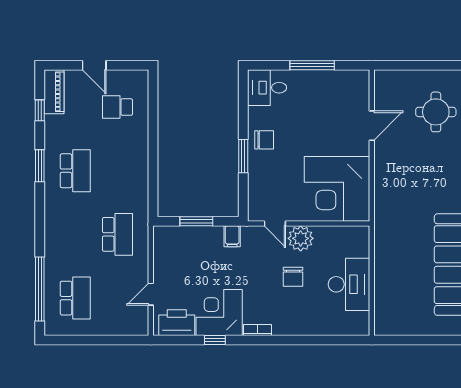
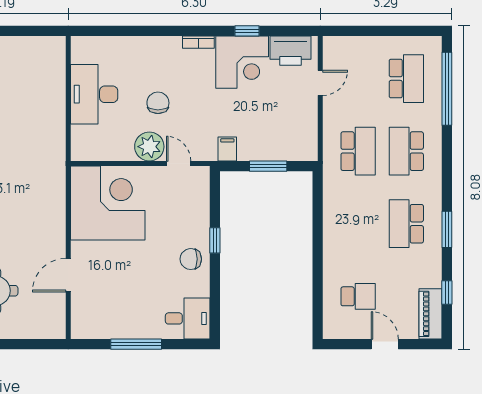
window: (243, 156) -> (215, 240), width x0.67
school desk: (75, 234) -> (406, 151), added
school desk: (117, 234) -> (358, 151), turned 180
school desk: (75, 298) -> (406, 79), turned 180

